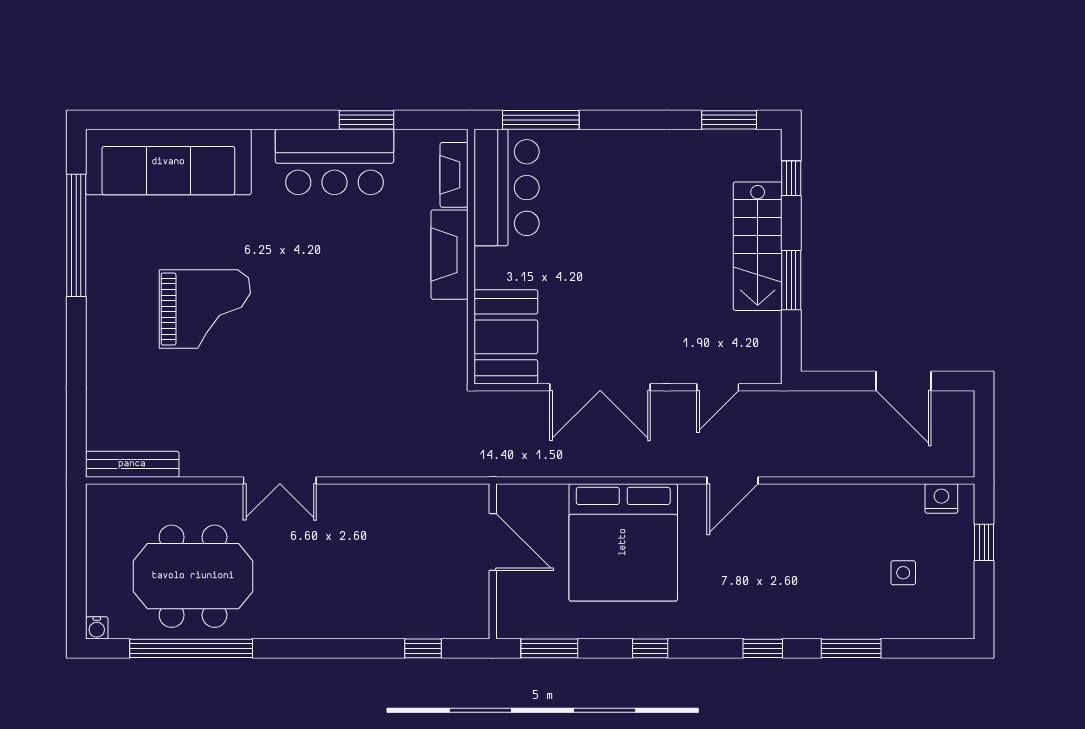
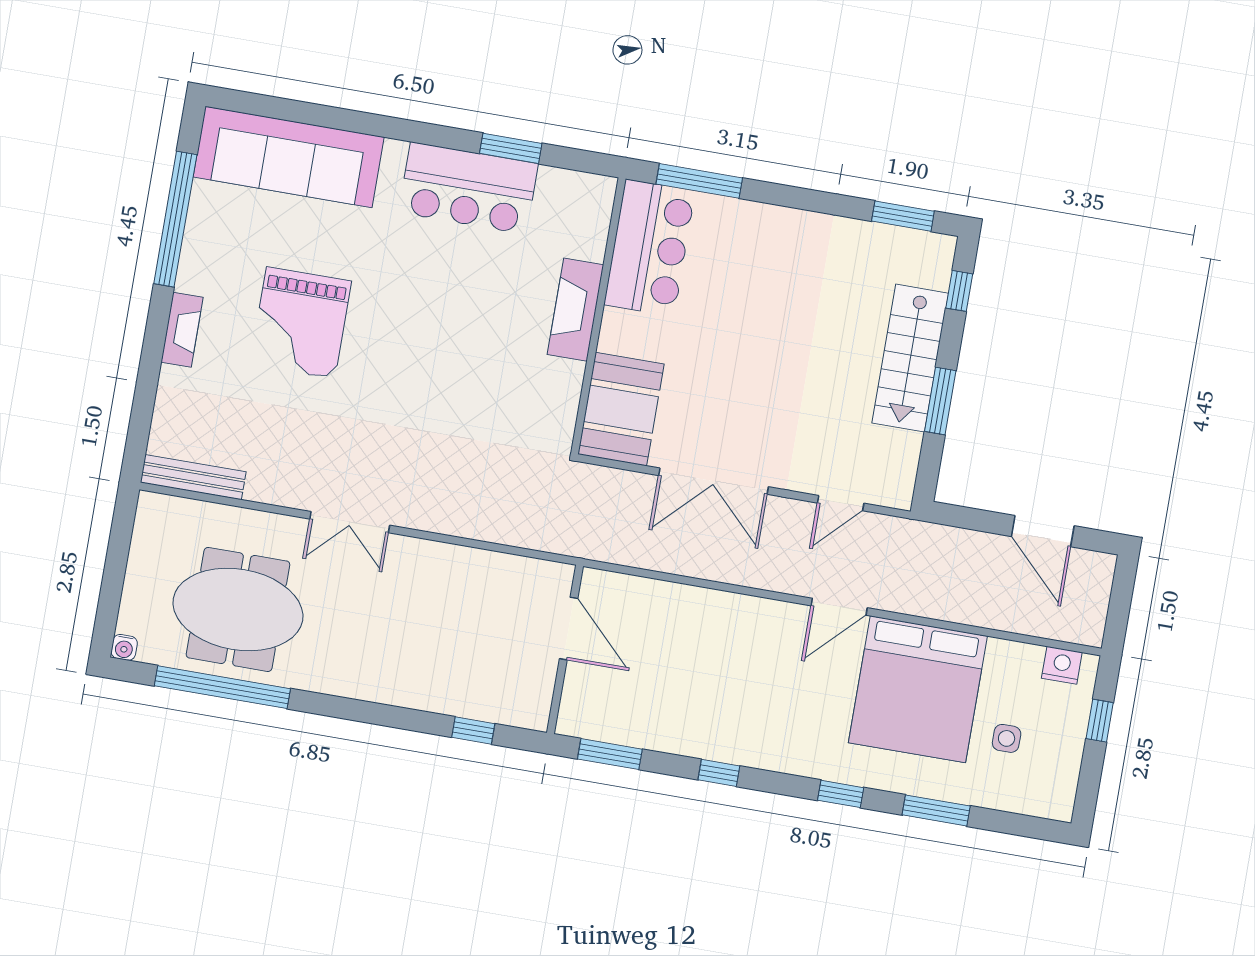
fireplace: (454, 175) -> (182, 330), moved, turned 180
grand piano: (205, 309) -> (301, 323), turned 90
bed: (623, 542) -> (918, 689), moved

